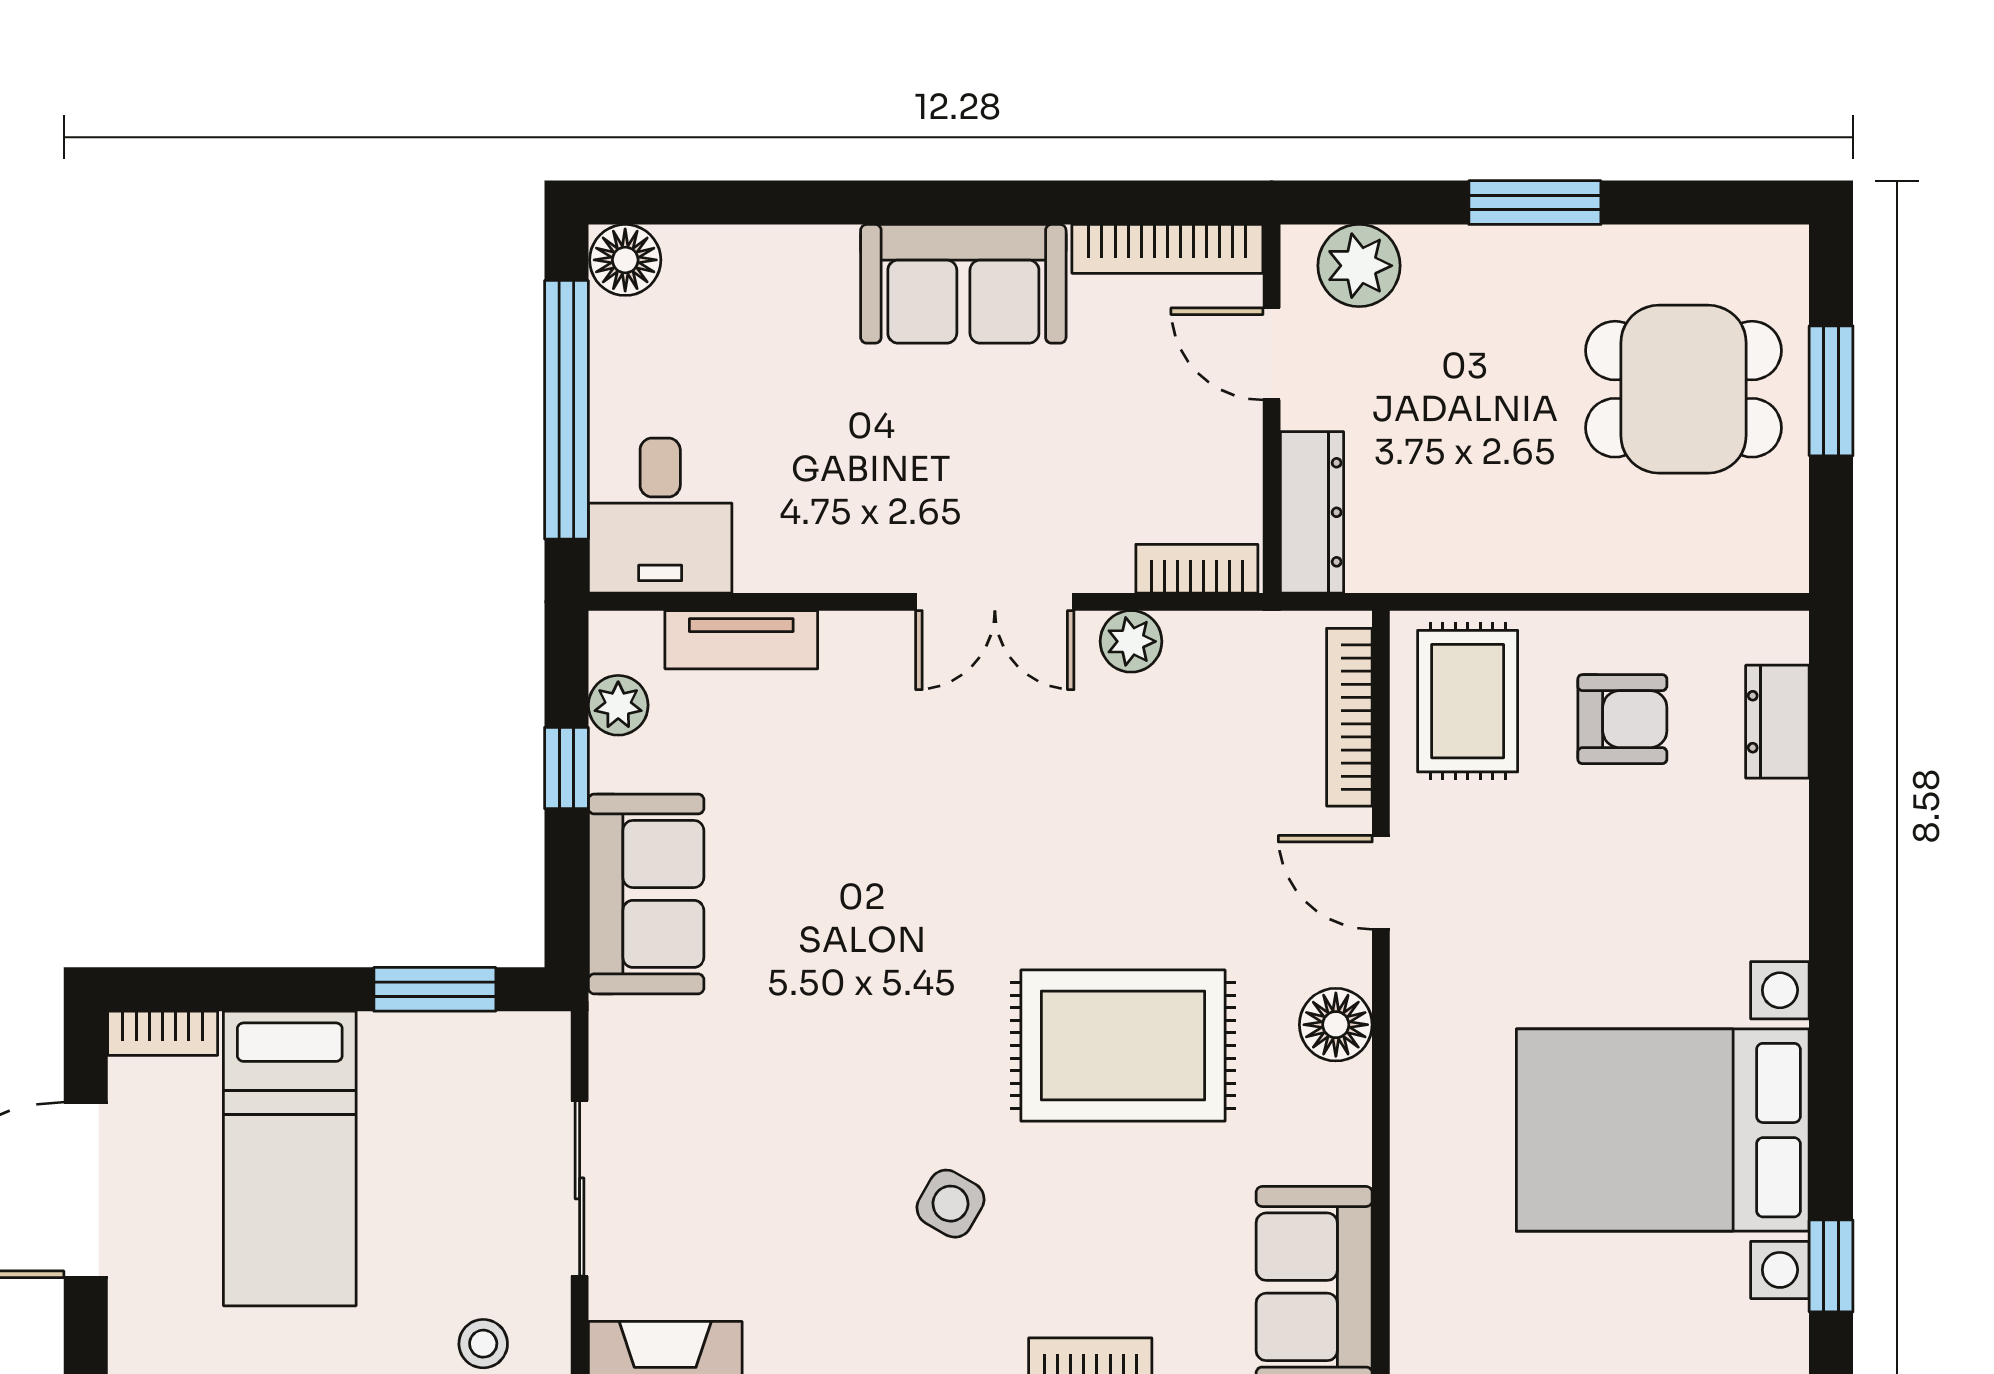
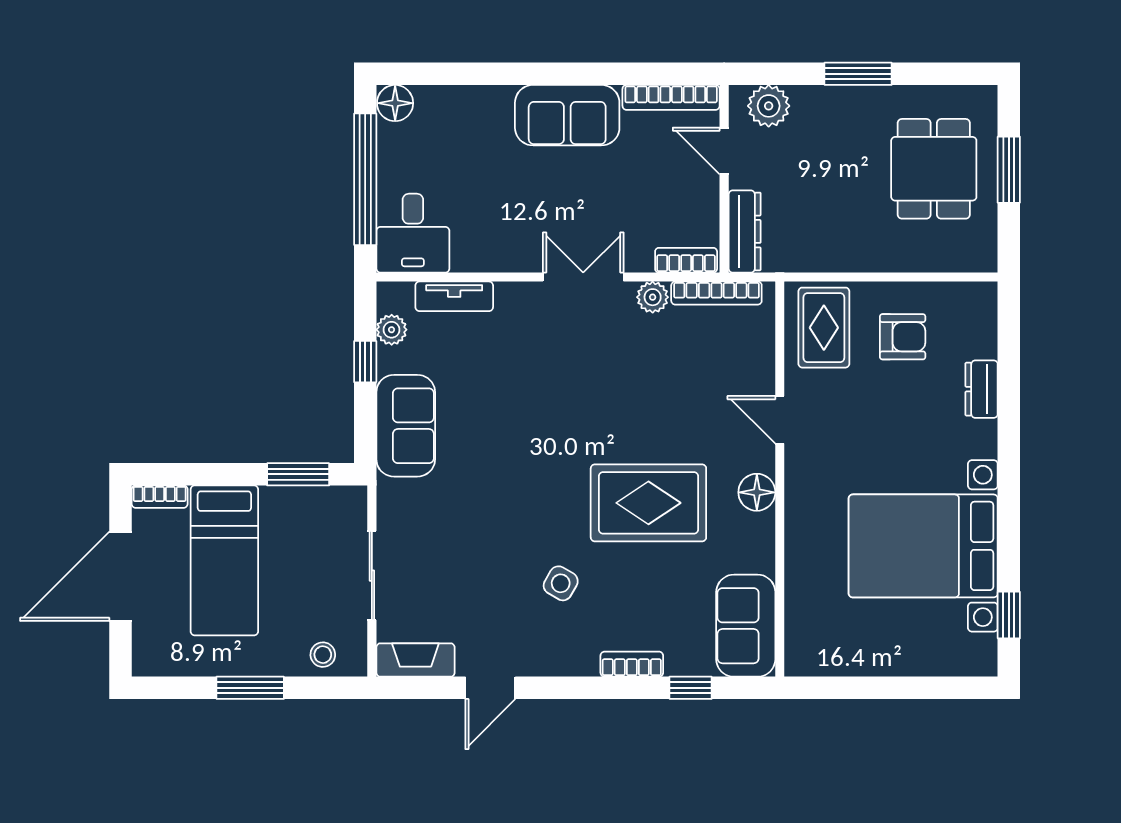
dining table: (1684, 389) -> (934, 169), turned 90
double door: (995, 602) -> (583, 277), swing flipped
bookcase: (1349, 717) -> (716, 293), moved, turned -90
dresser: (1777, 722) -> (982, 389), moved

